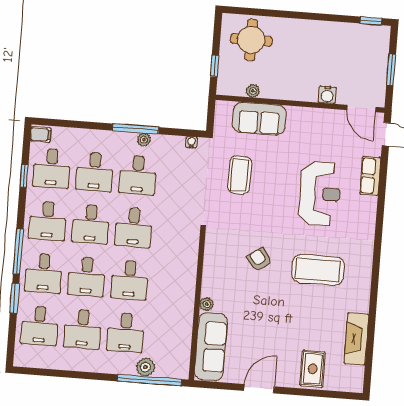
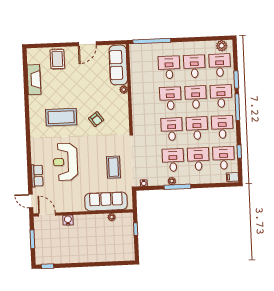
round table: (251, 40) -> (116, 247), removed
sofa: (259, 119) -> (106, 201), width x1.36
plant: (145, 367) -> (222, 46), moved

